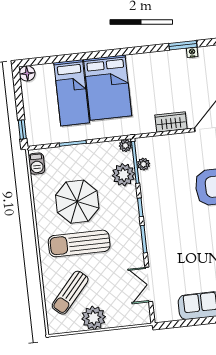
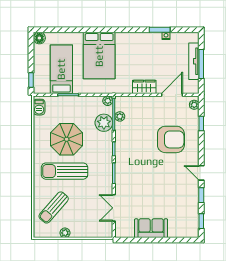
bed: (72, 93) -> (61, 69), moved, turned 180
plant: (94, 318) -> (65, 233), width x0.53, depth x0.53

